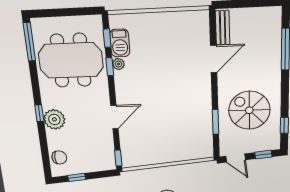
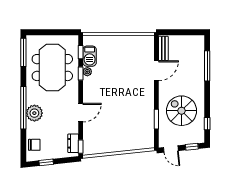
meeting table: (71, 60) -> (52, 68), turned 90
window: (39, 113) -> (23, 108), width x3.17
dresser: (108, 154) -> (73, 143), added

